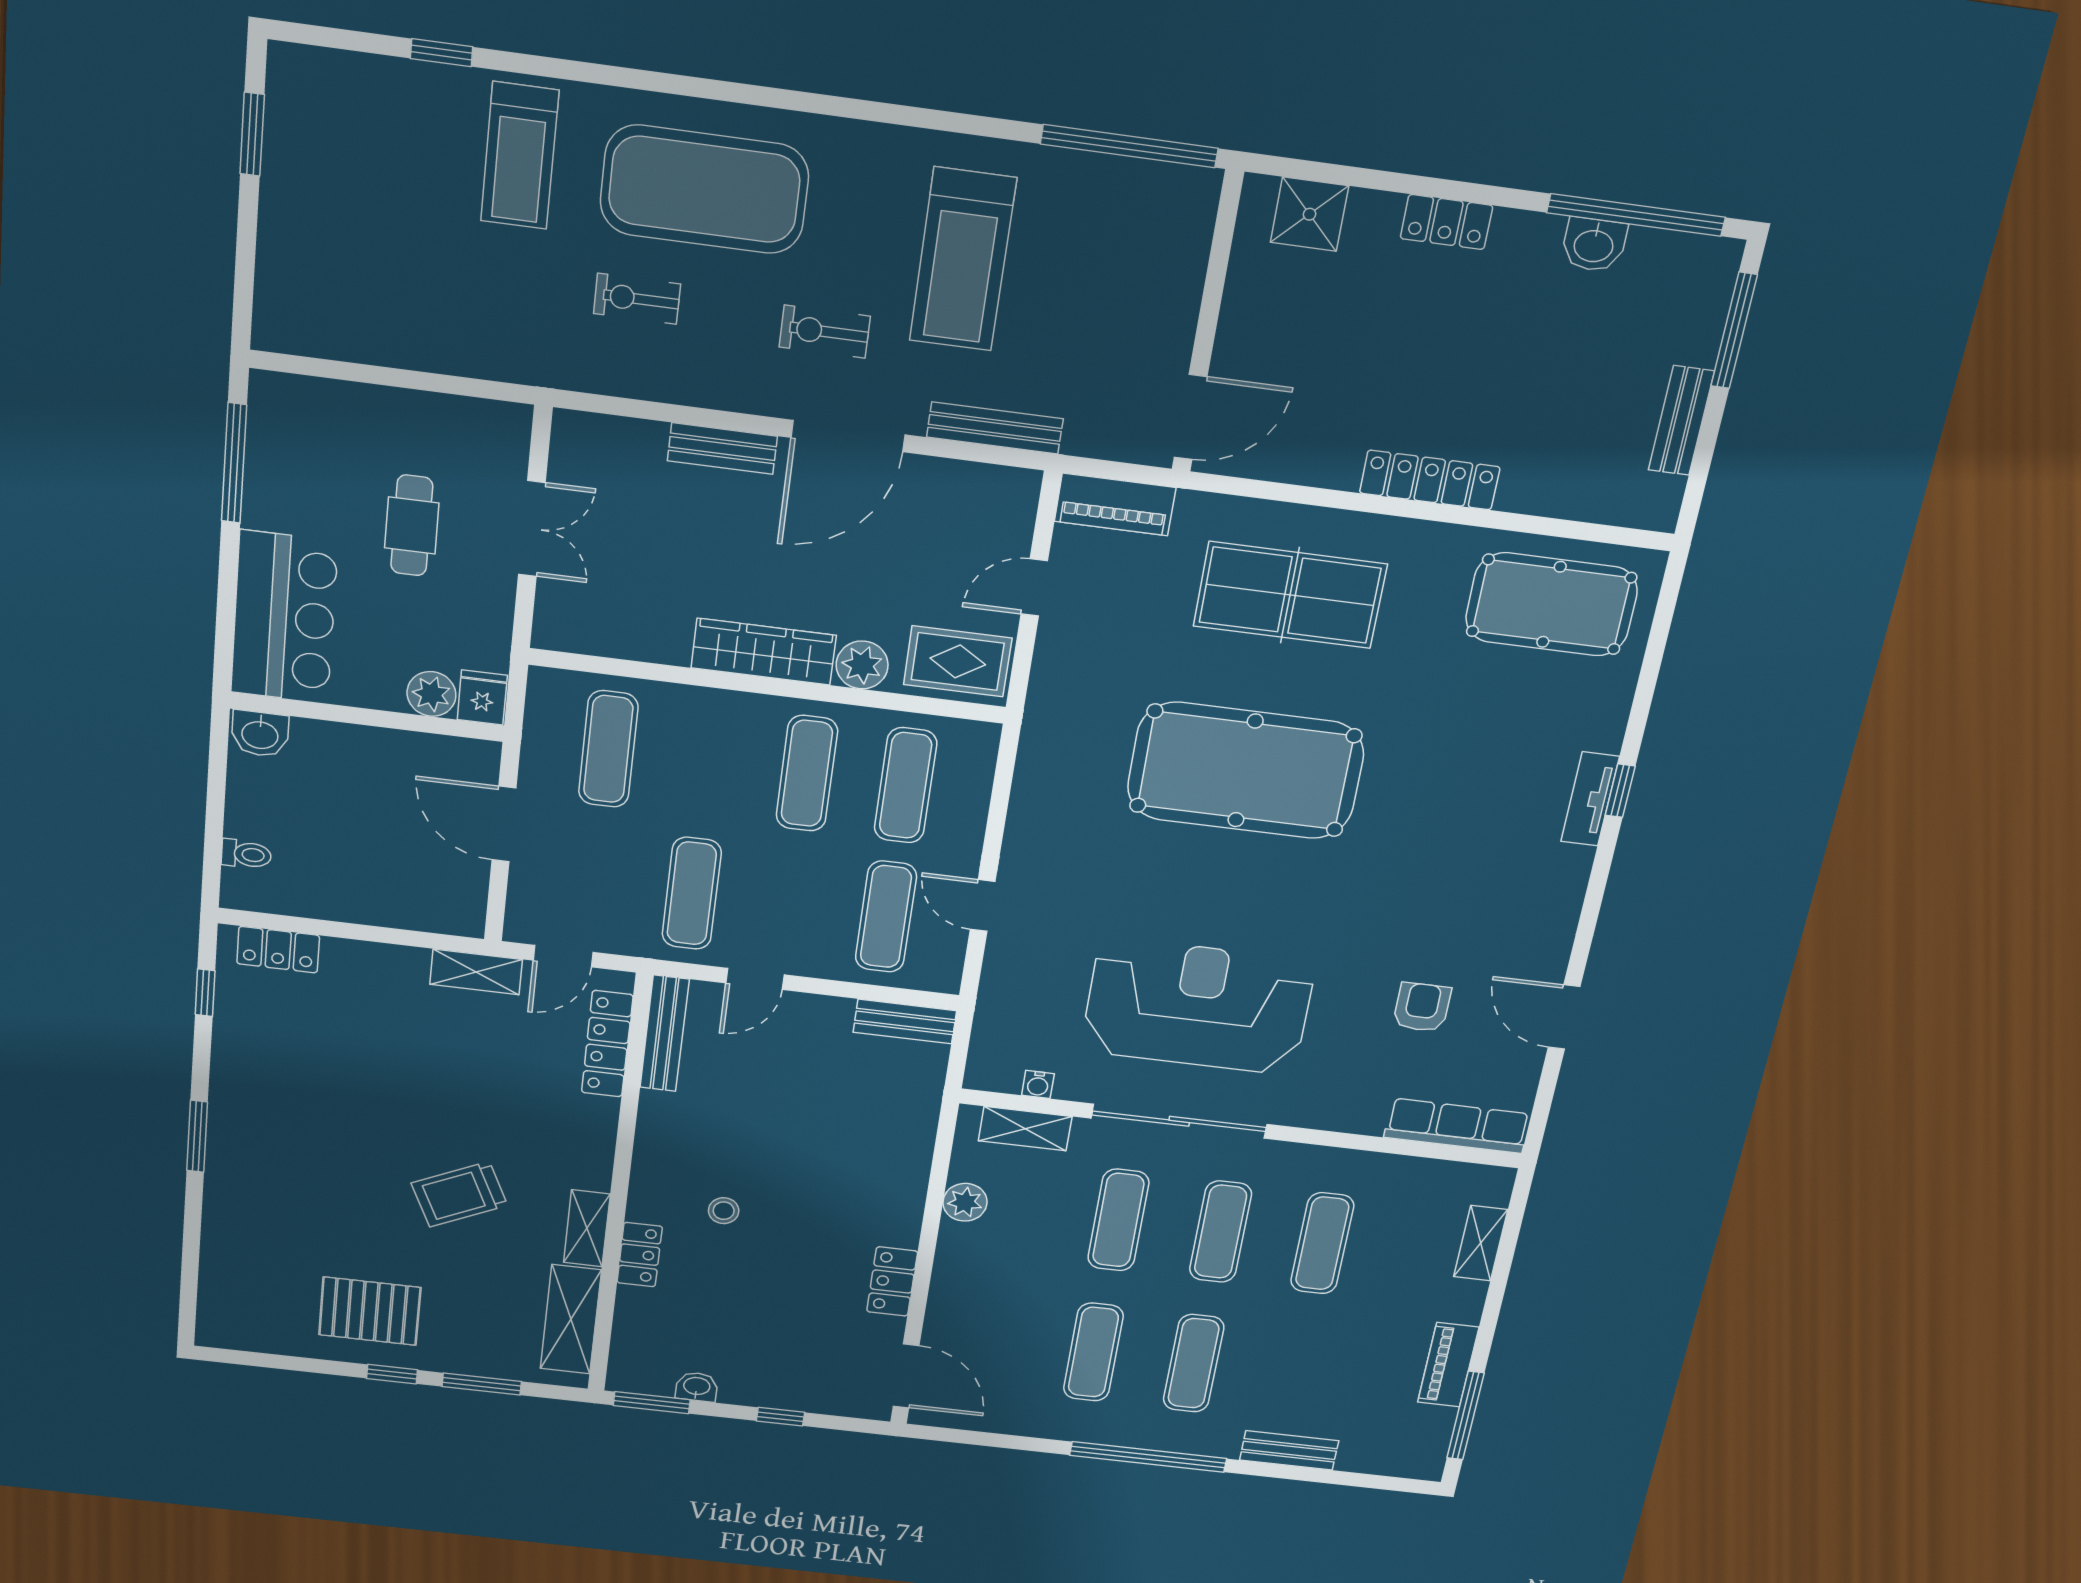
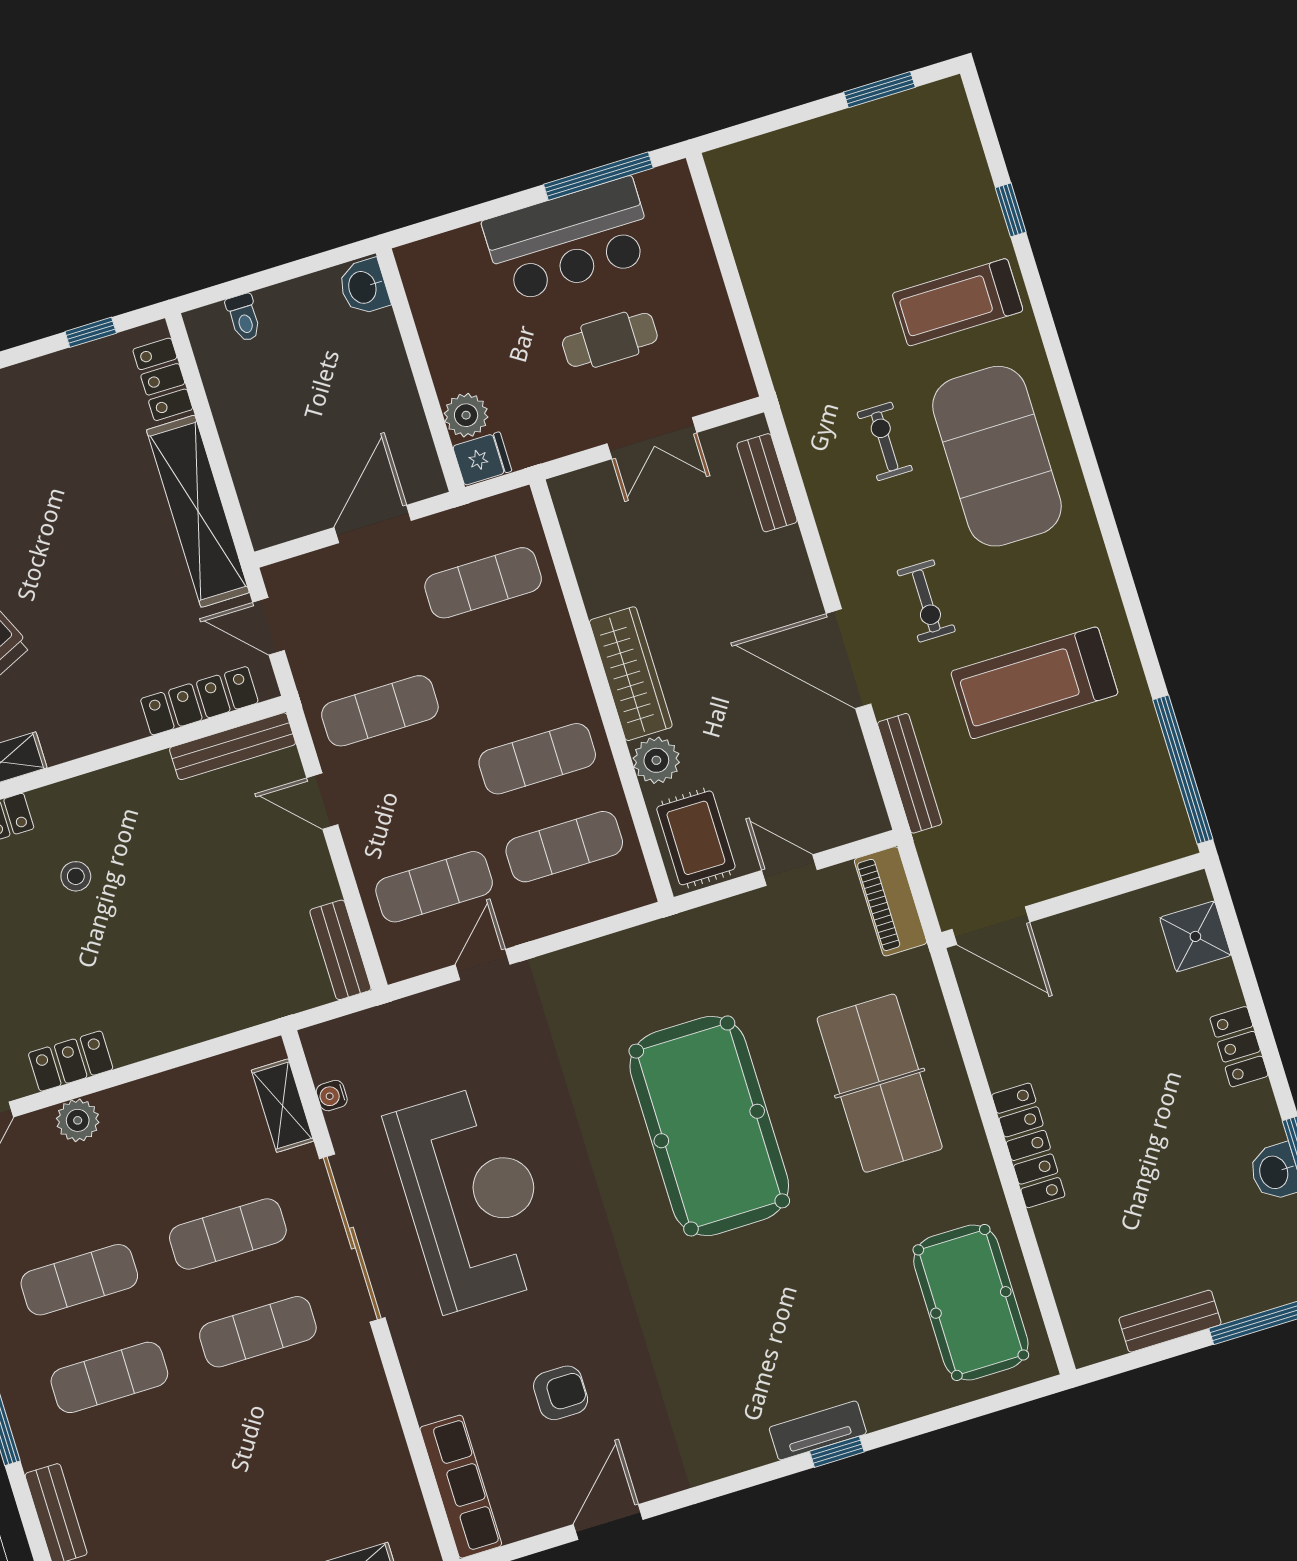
exercise bike: (825, 332) -> (926, 601), turned 180
bench: (722, 448) -> (767, 483), moved
bar counter: (284, 617) -> (569, 240), moved
shelving: (476, 972) -> (198, 511), width x2.20, depth x1.33
plant: (965, 1202) -> (78, 1120), moved
exercise mat: (1322, 1243) -> (288, 1429), removed

